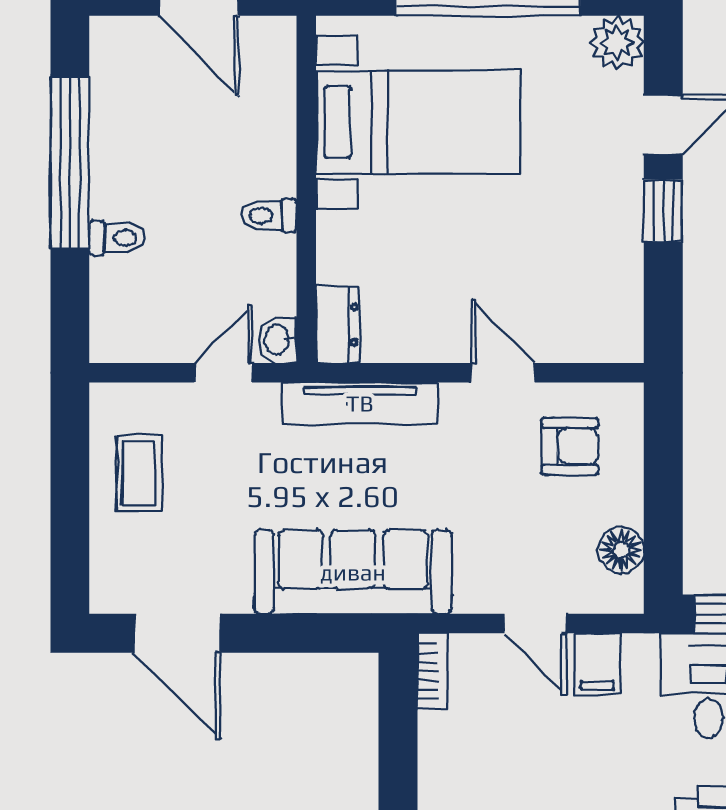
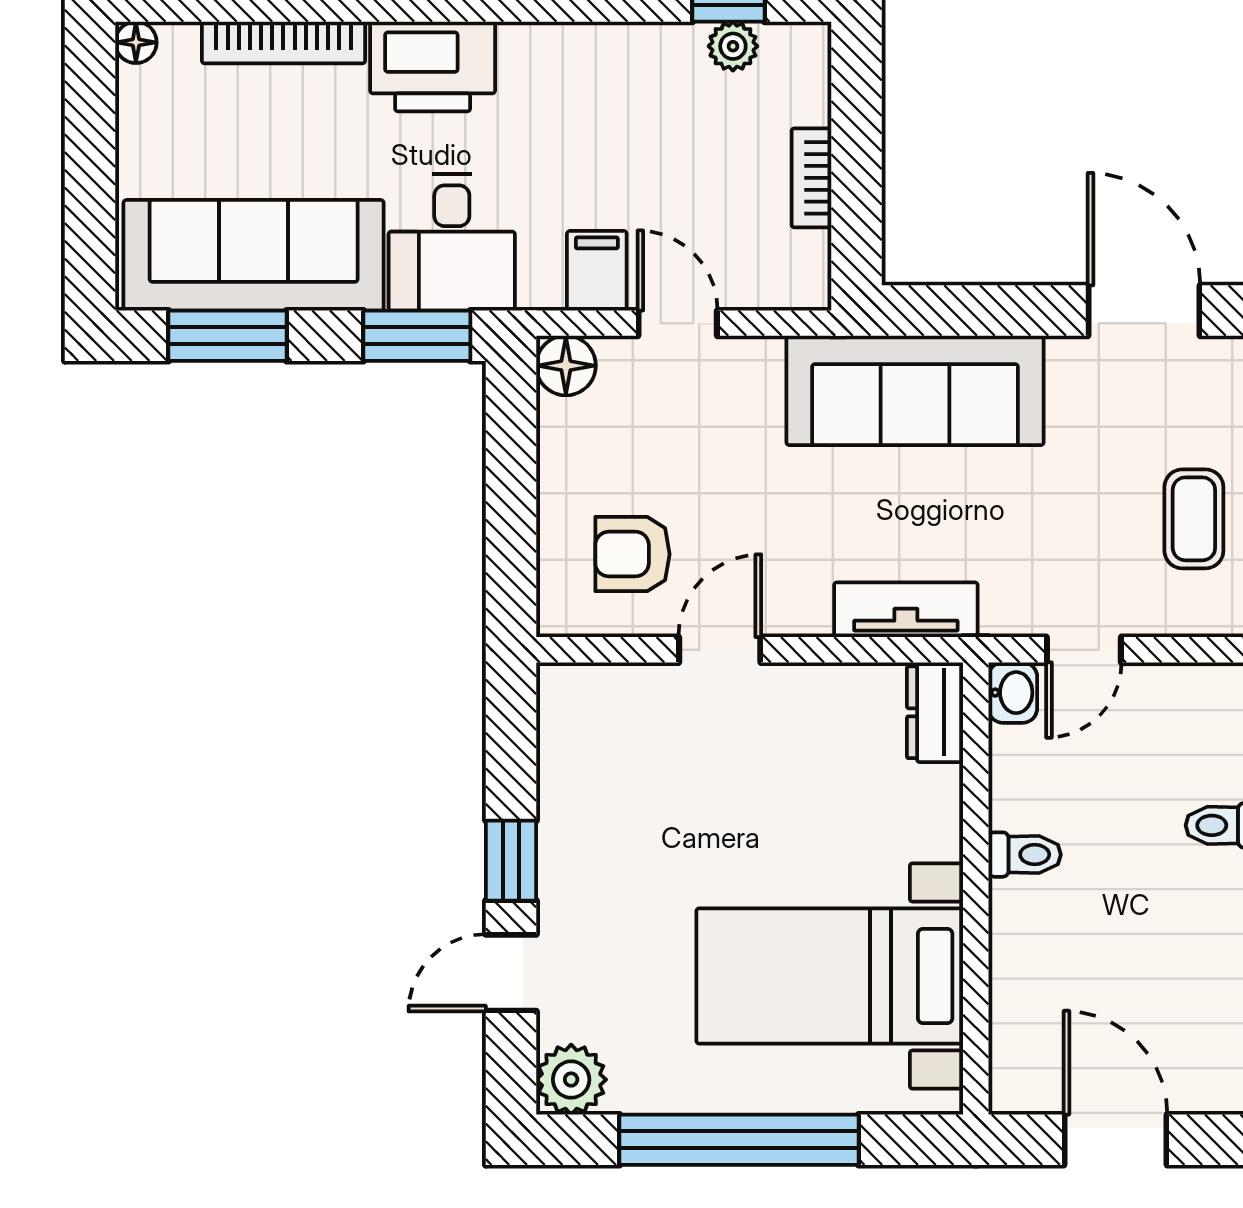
door: (503, 373) -> (720, 650), swing flipped
tv unit: (360, 403) -> (906, 610), width x0.71
floor lamp: (621, 550) -> (566, 366), moved
bookcase: (432, 671) -> (811, 178), moved

